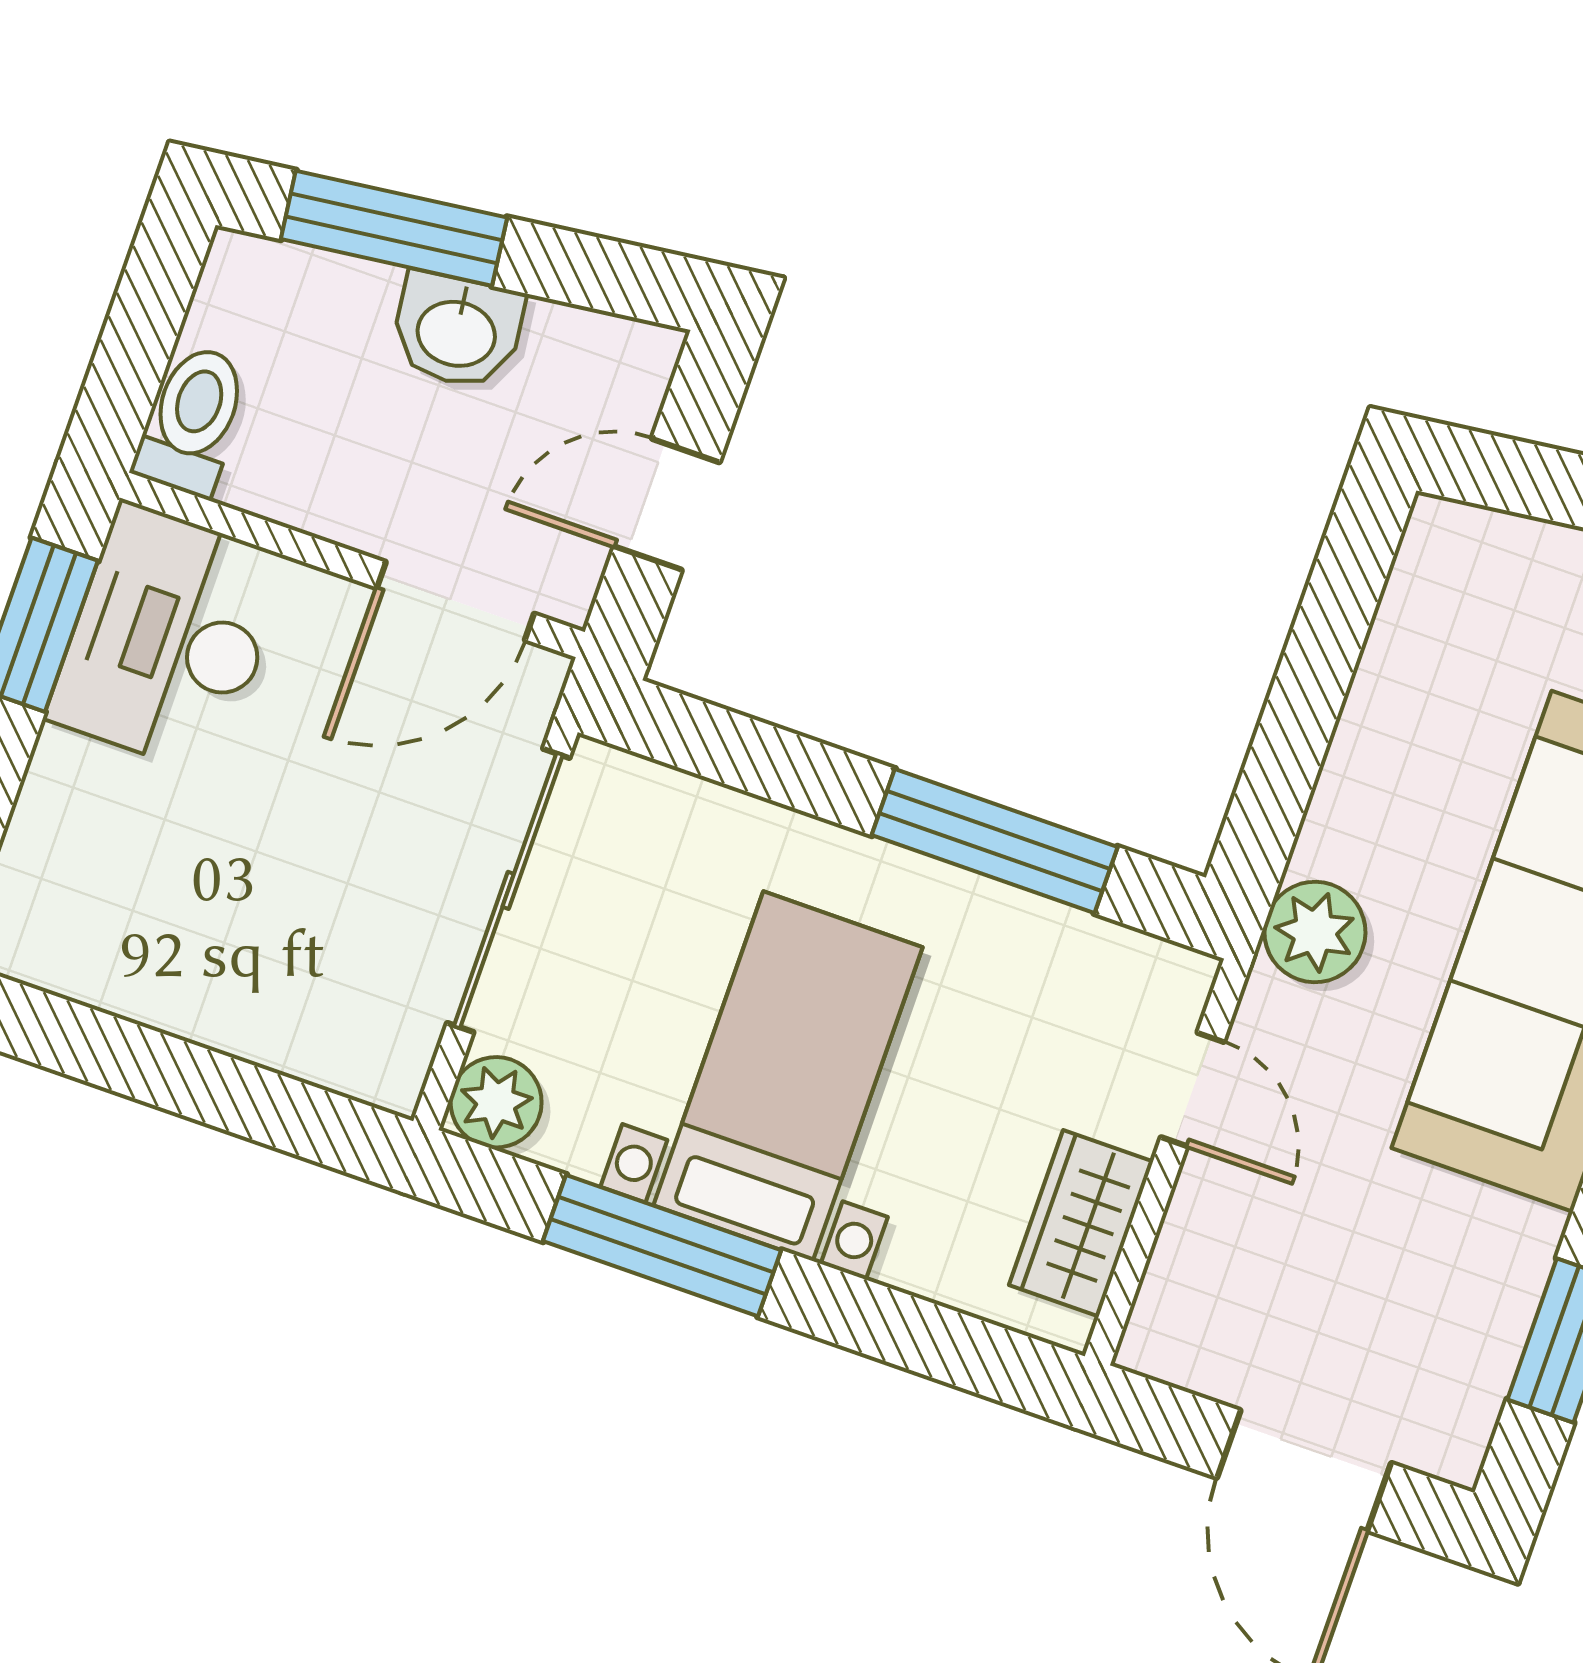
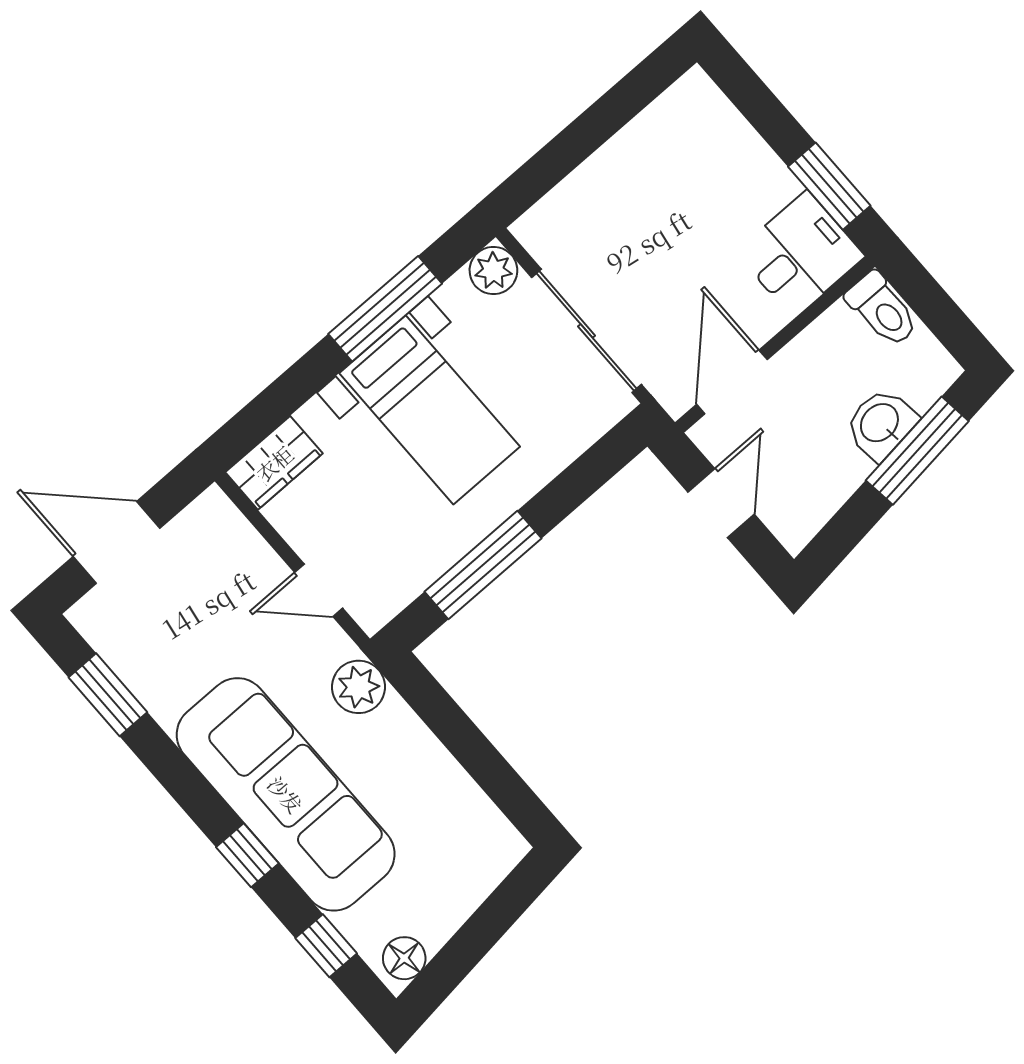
washbasin: (457, 331) -> (881, 424), moved
desk: (168, 639) -> (800, 254), width x0.73
wardrobe: (1081, 1223) -> (274, 463), moved, turned 90

